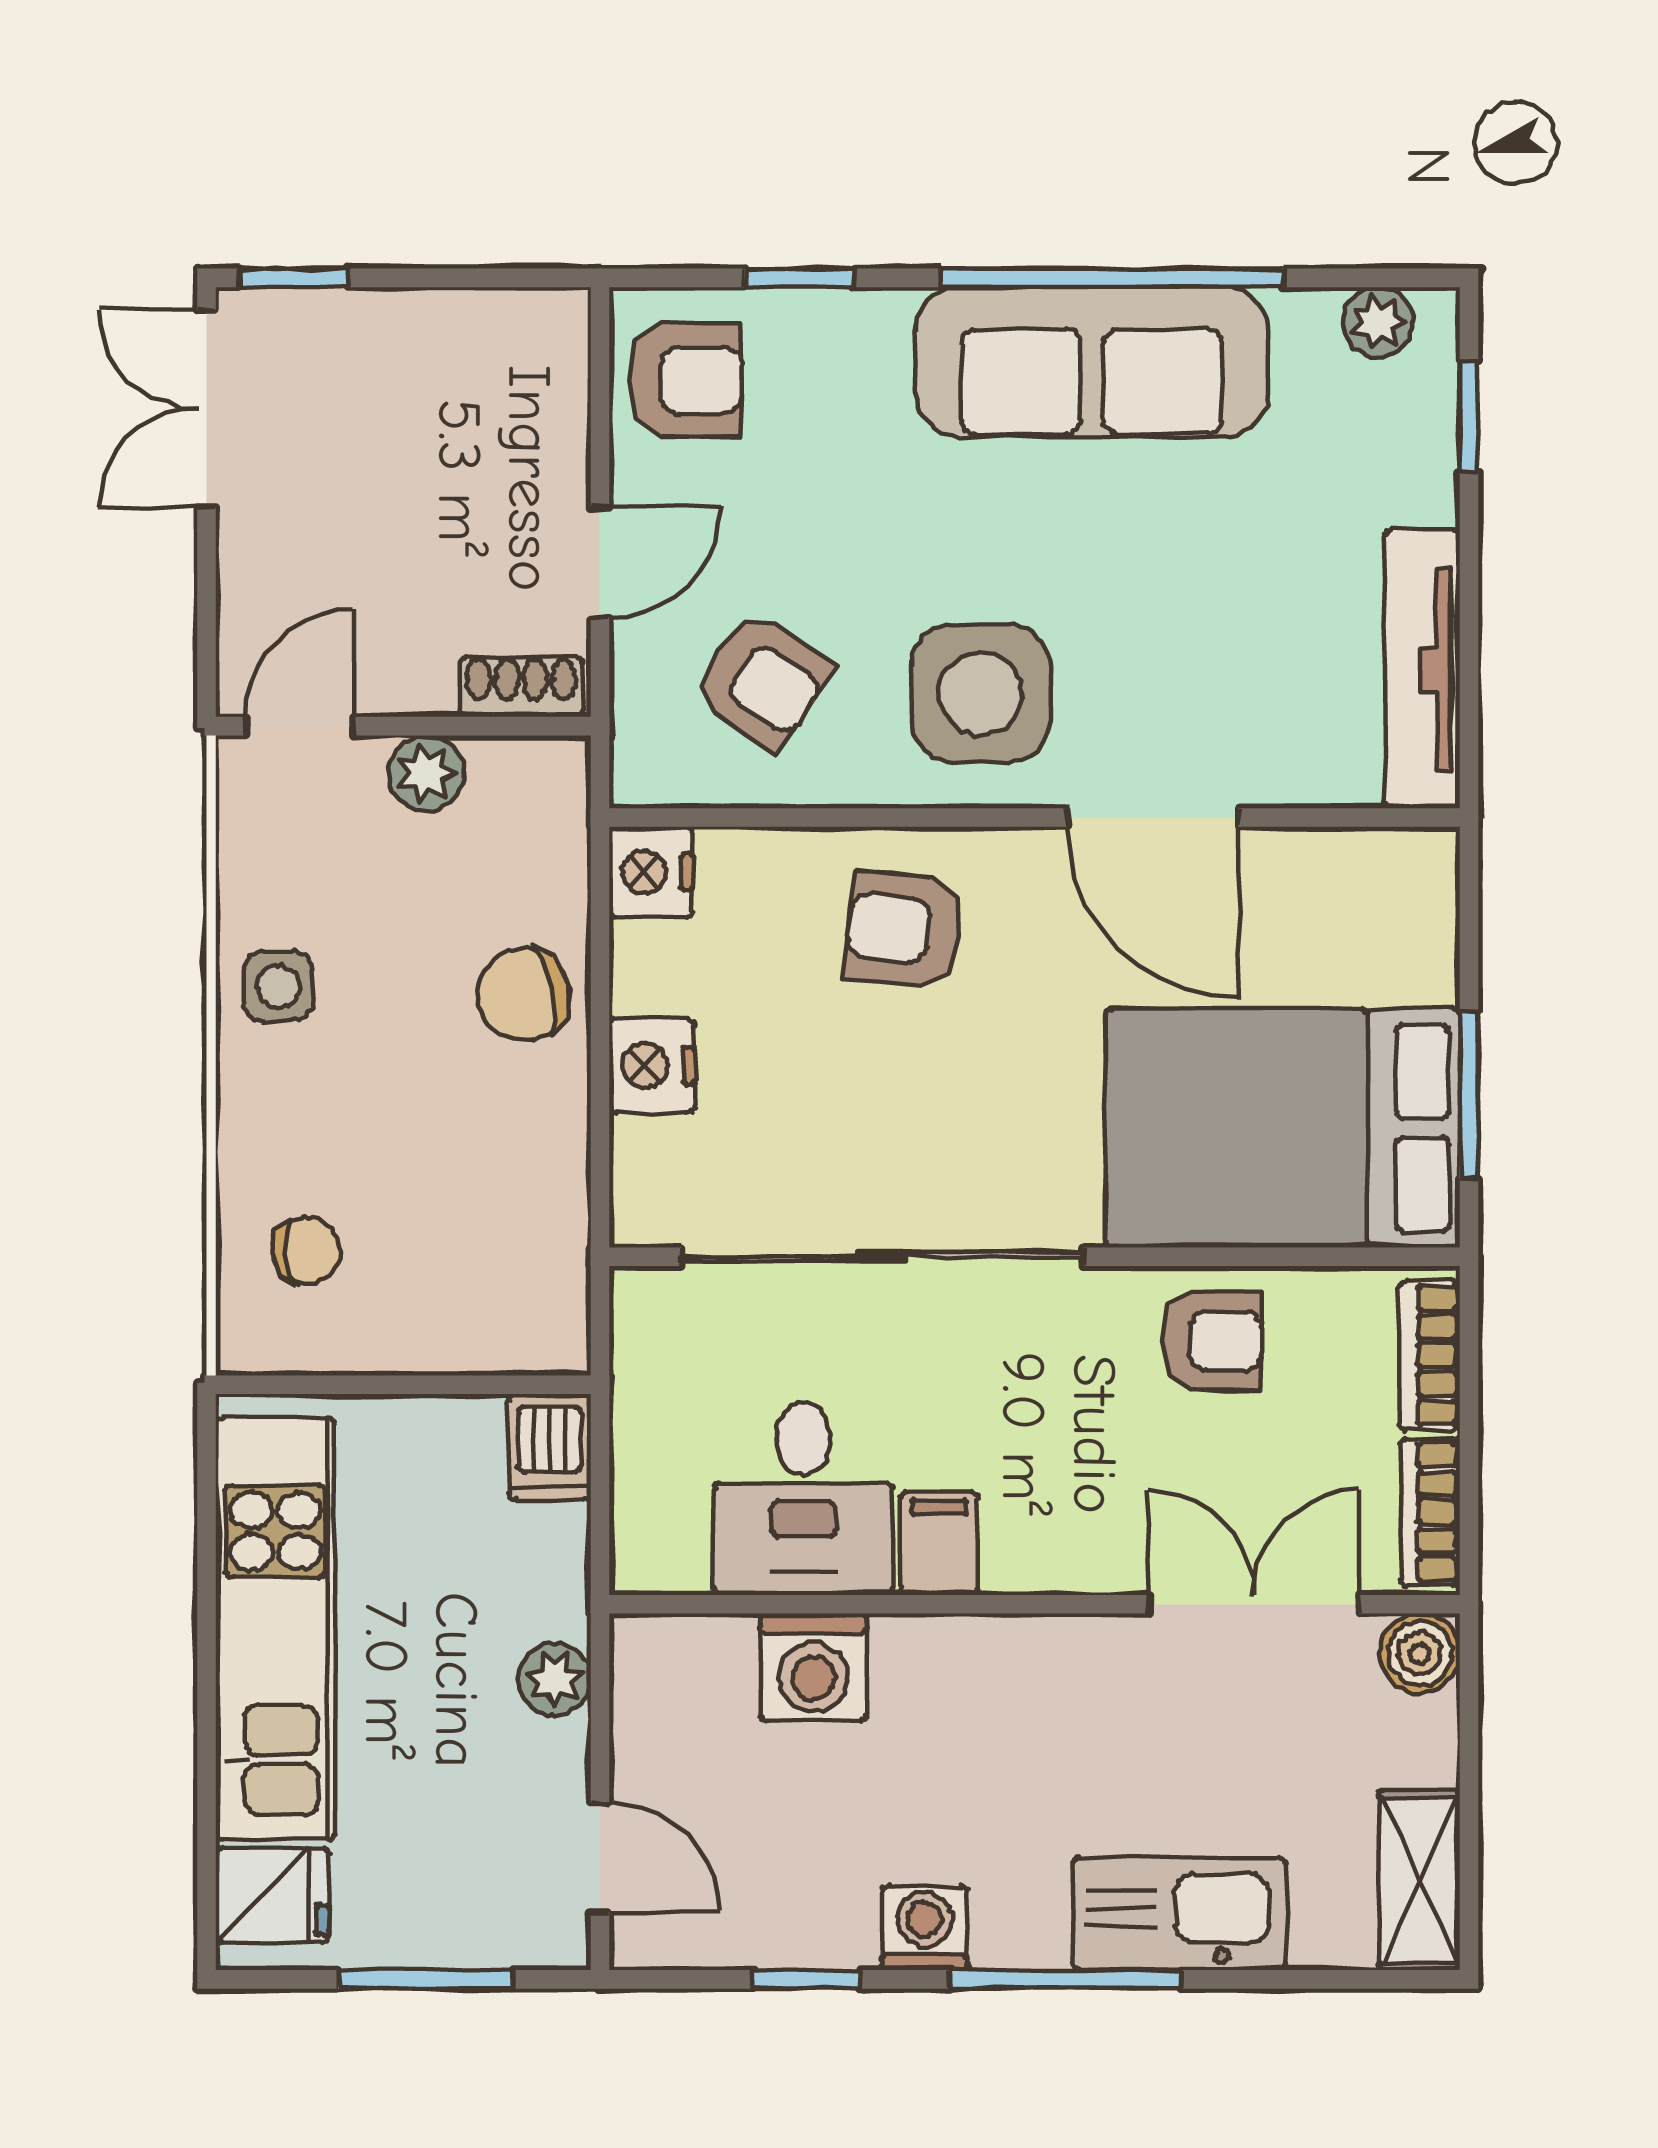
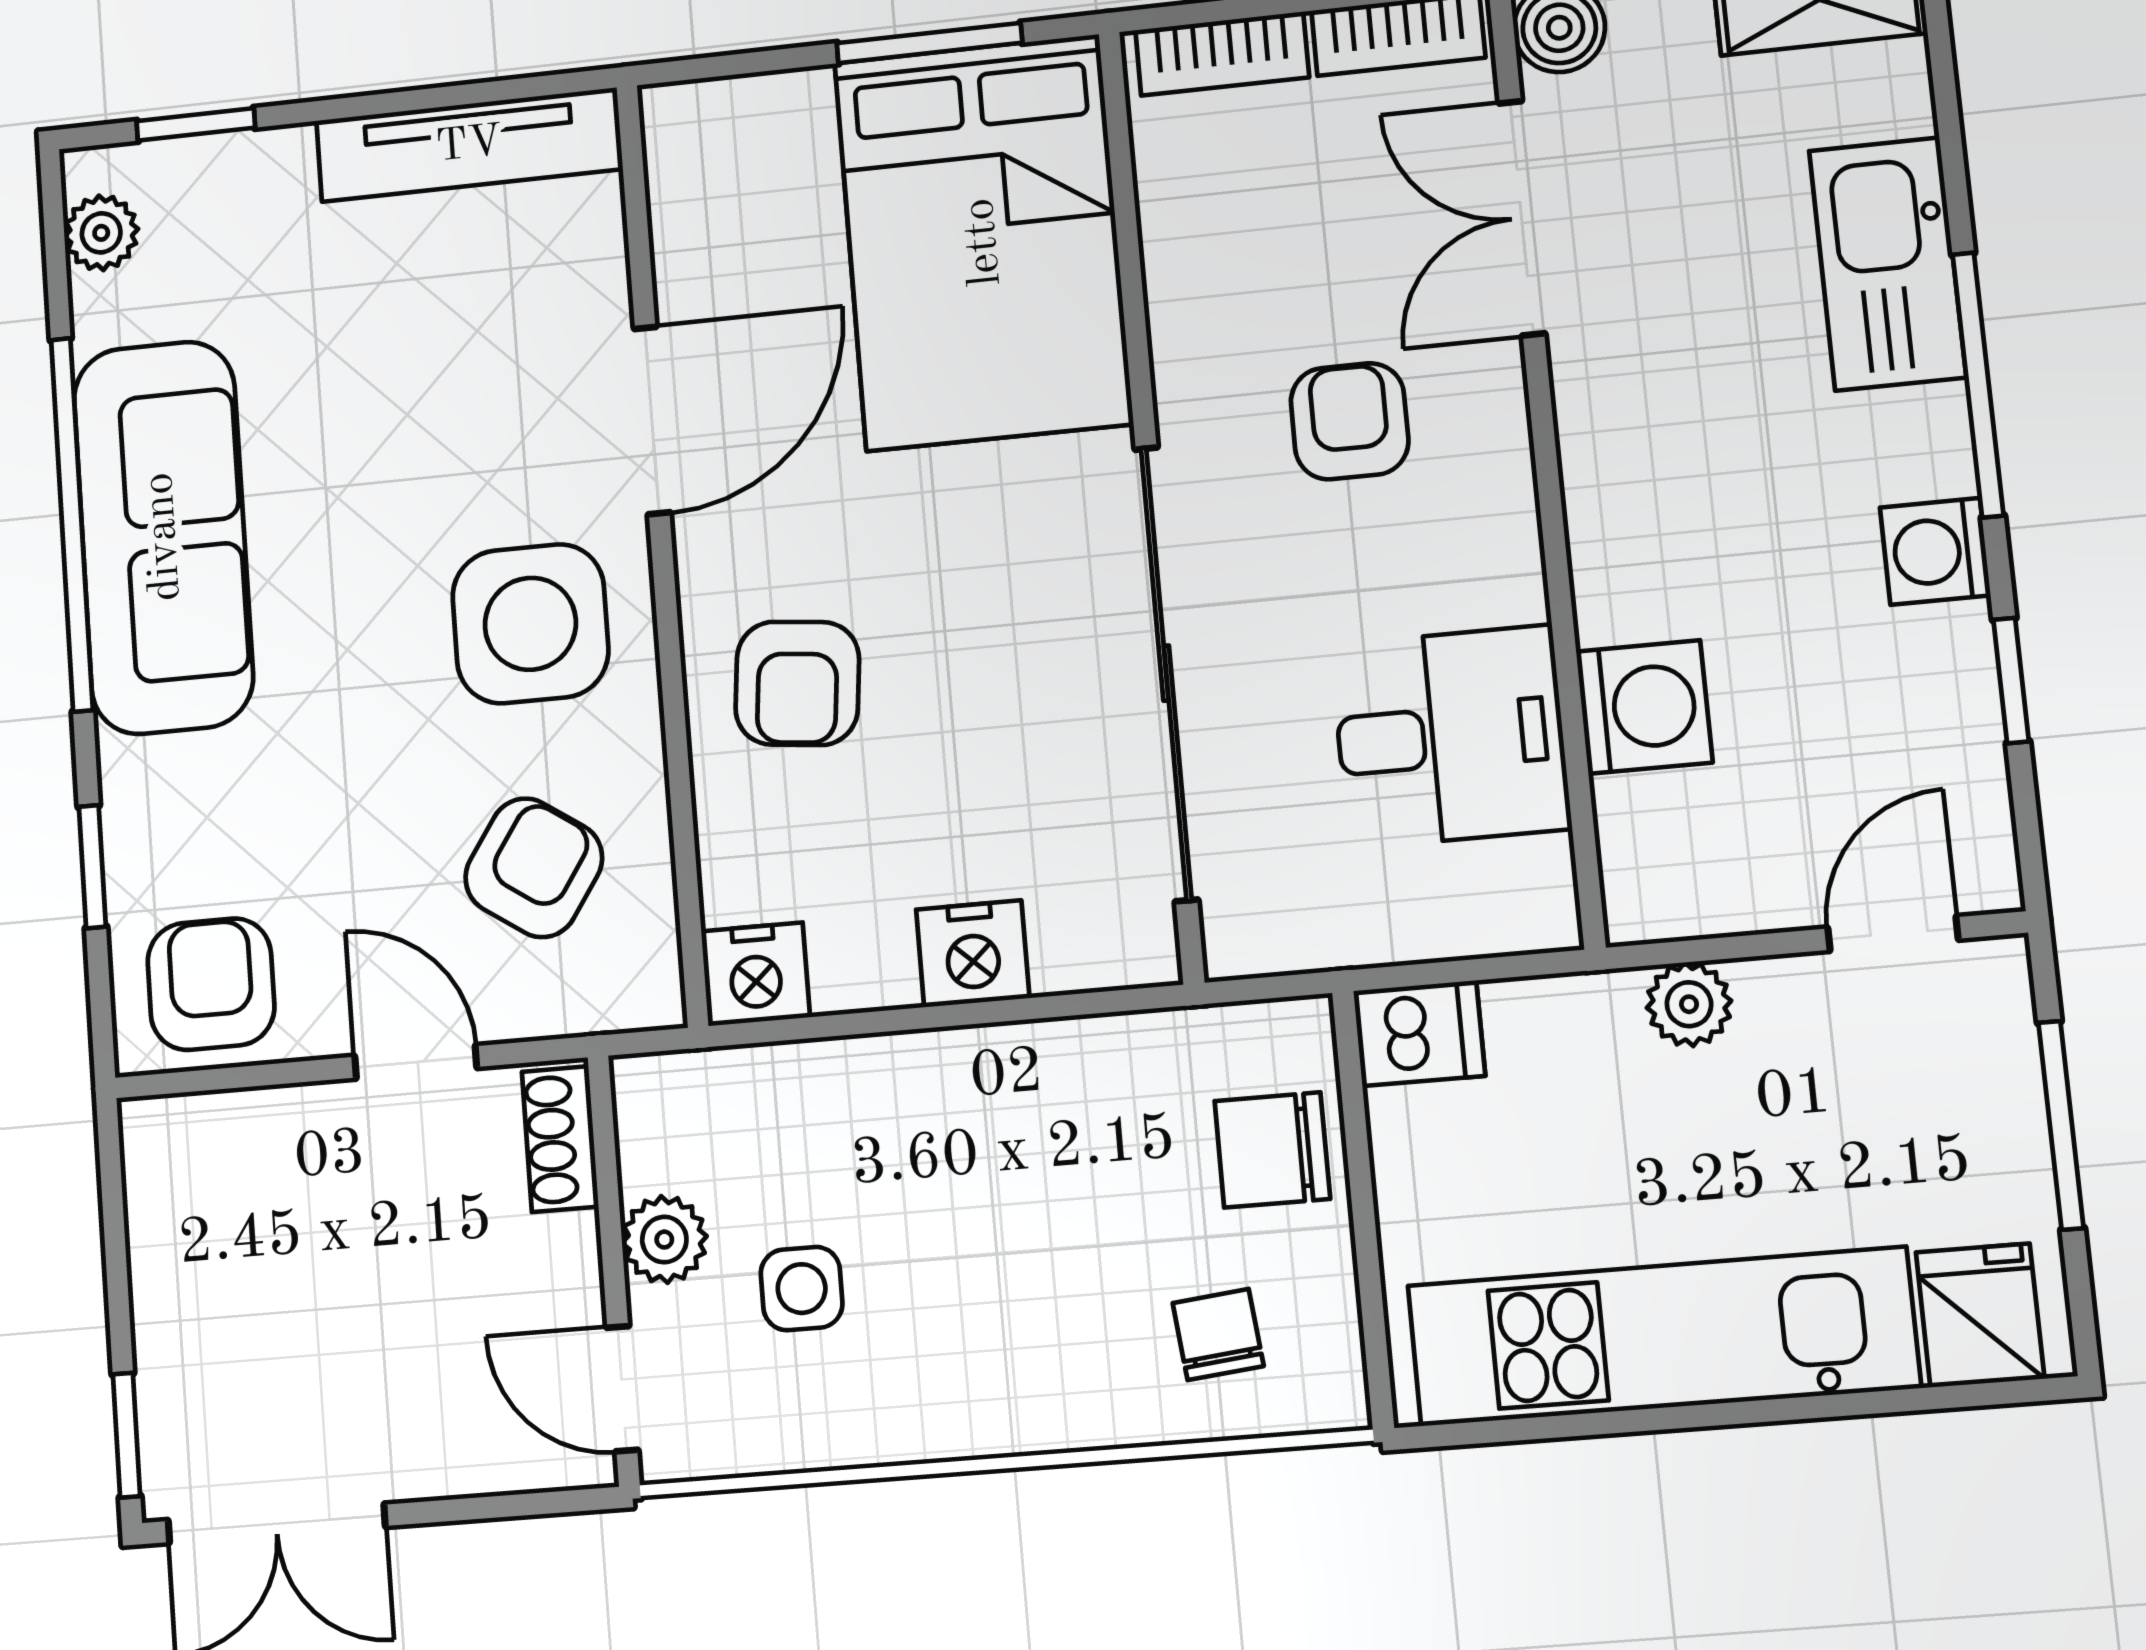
side table: (278, 986) -> (802, 1289), moved
chair: (524, 995) -> (1272, 1150), moved, turned 103
armchair: (1212, 1341) -> (1350, 421), moved
filing cabinet: (939, 1544) -> (1487, 578), removed

